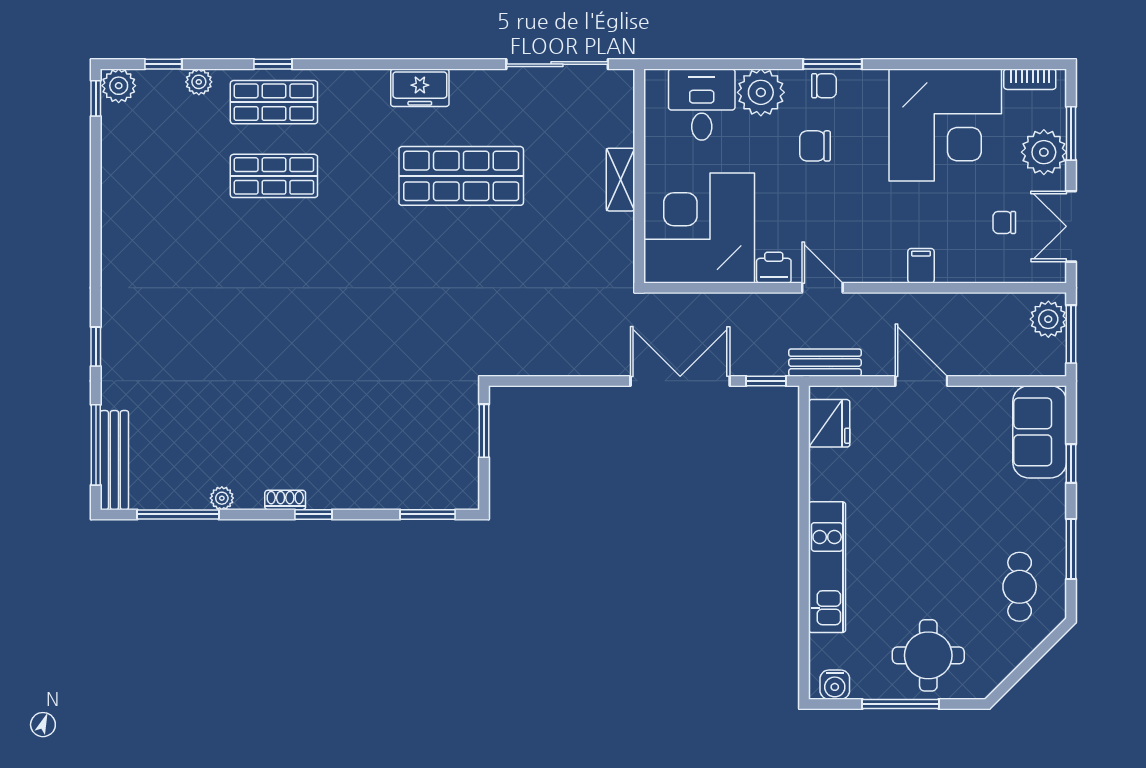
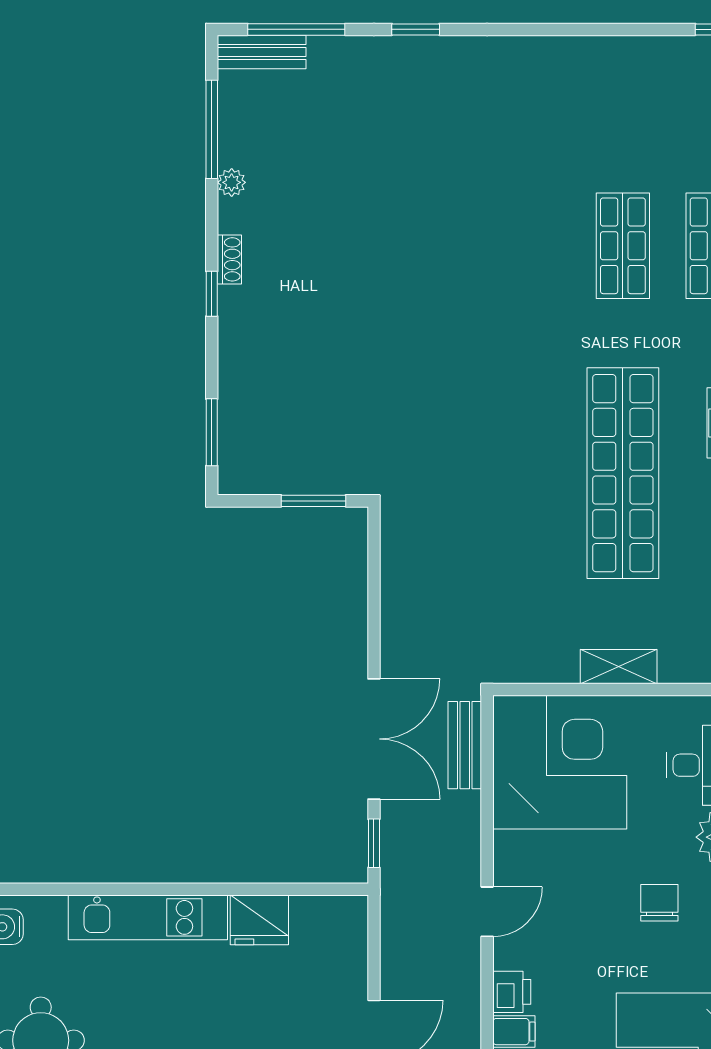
shop shelf: (461, 176) -> (623, 473), width x1.40
printer: (774, 268) -> (512, 992), moved
bench: (825, 363) -> (465, 745), moved
fridge: (829, 423) -> (259, 920), moved
bench: (114, 460) -> (262, 52), width x0.73

